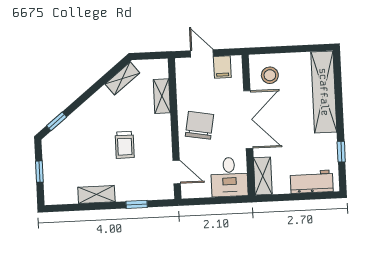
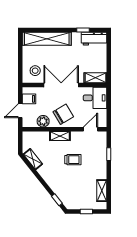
plant: (186, 92) -> (43, 121), added
shelving: (162, 96) -> (60, 136), moved
chair: (199, 125) -> (63, 114), turned 139
workbench: (312, 182) -> (94, 39), moved, turned -90
shelving: (96, 194) -> (102, 191), moved

